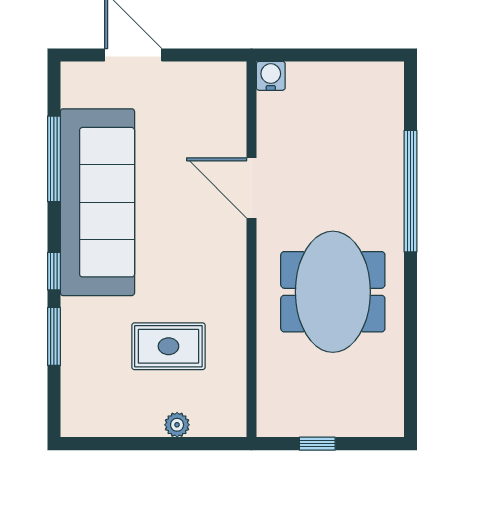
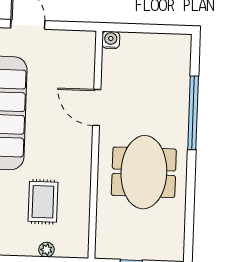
rug: (168, 346) -> (43, 202), turned 90

